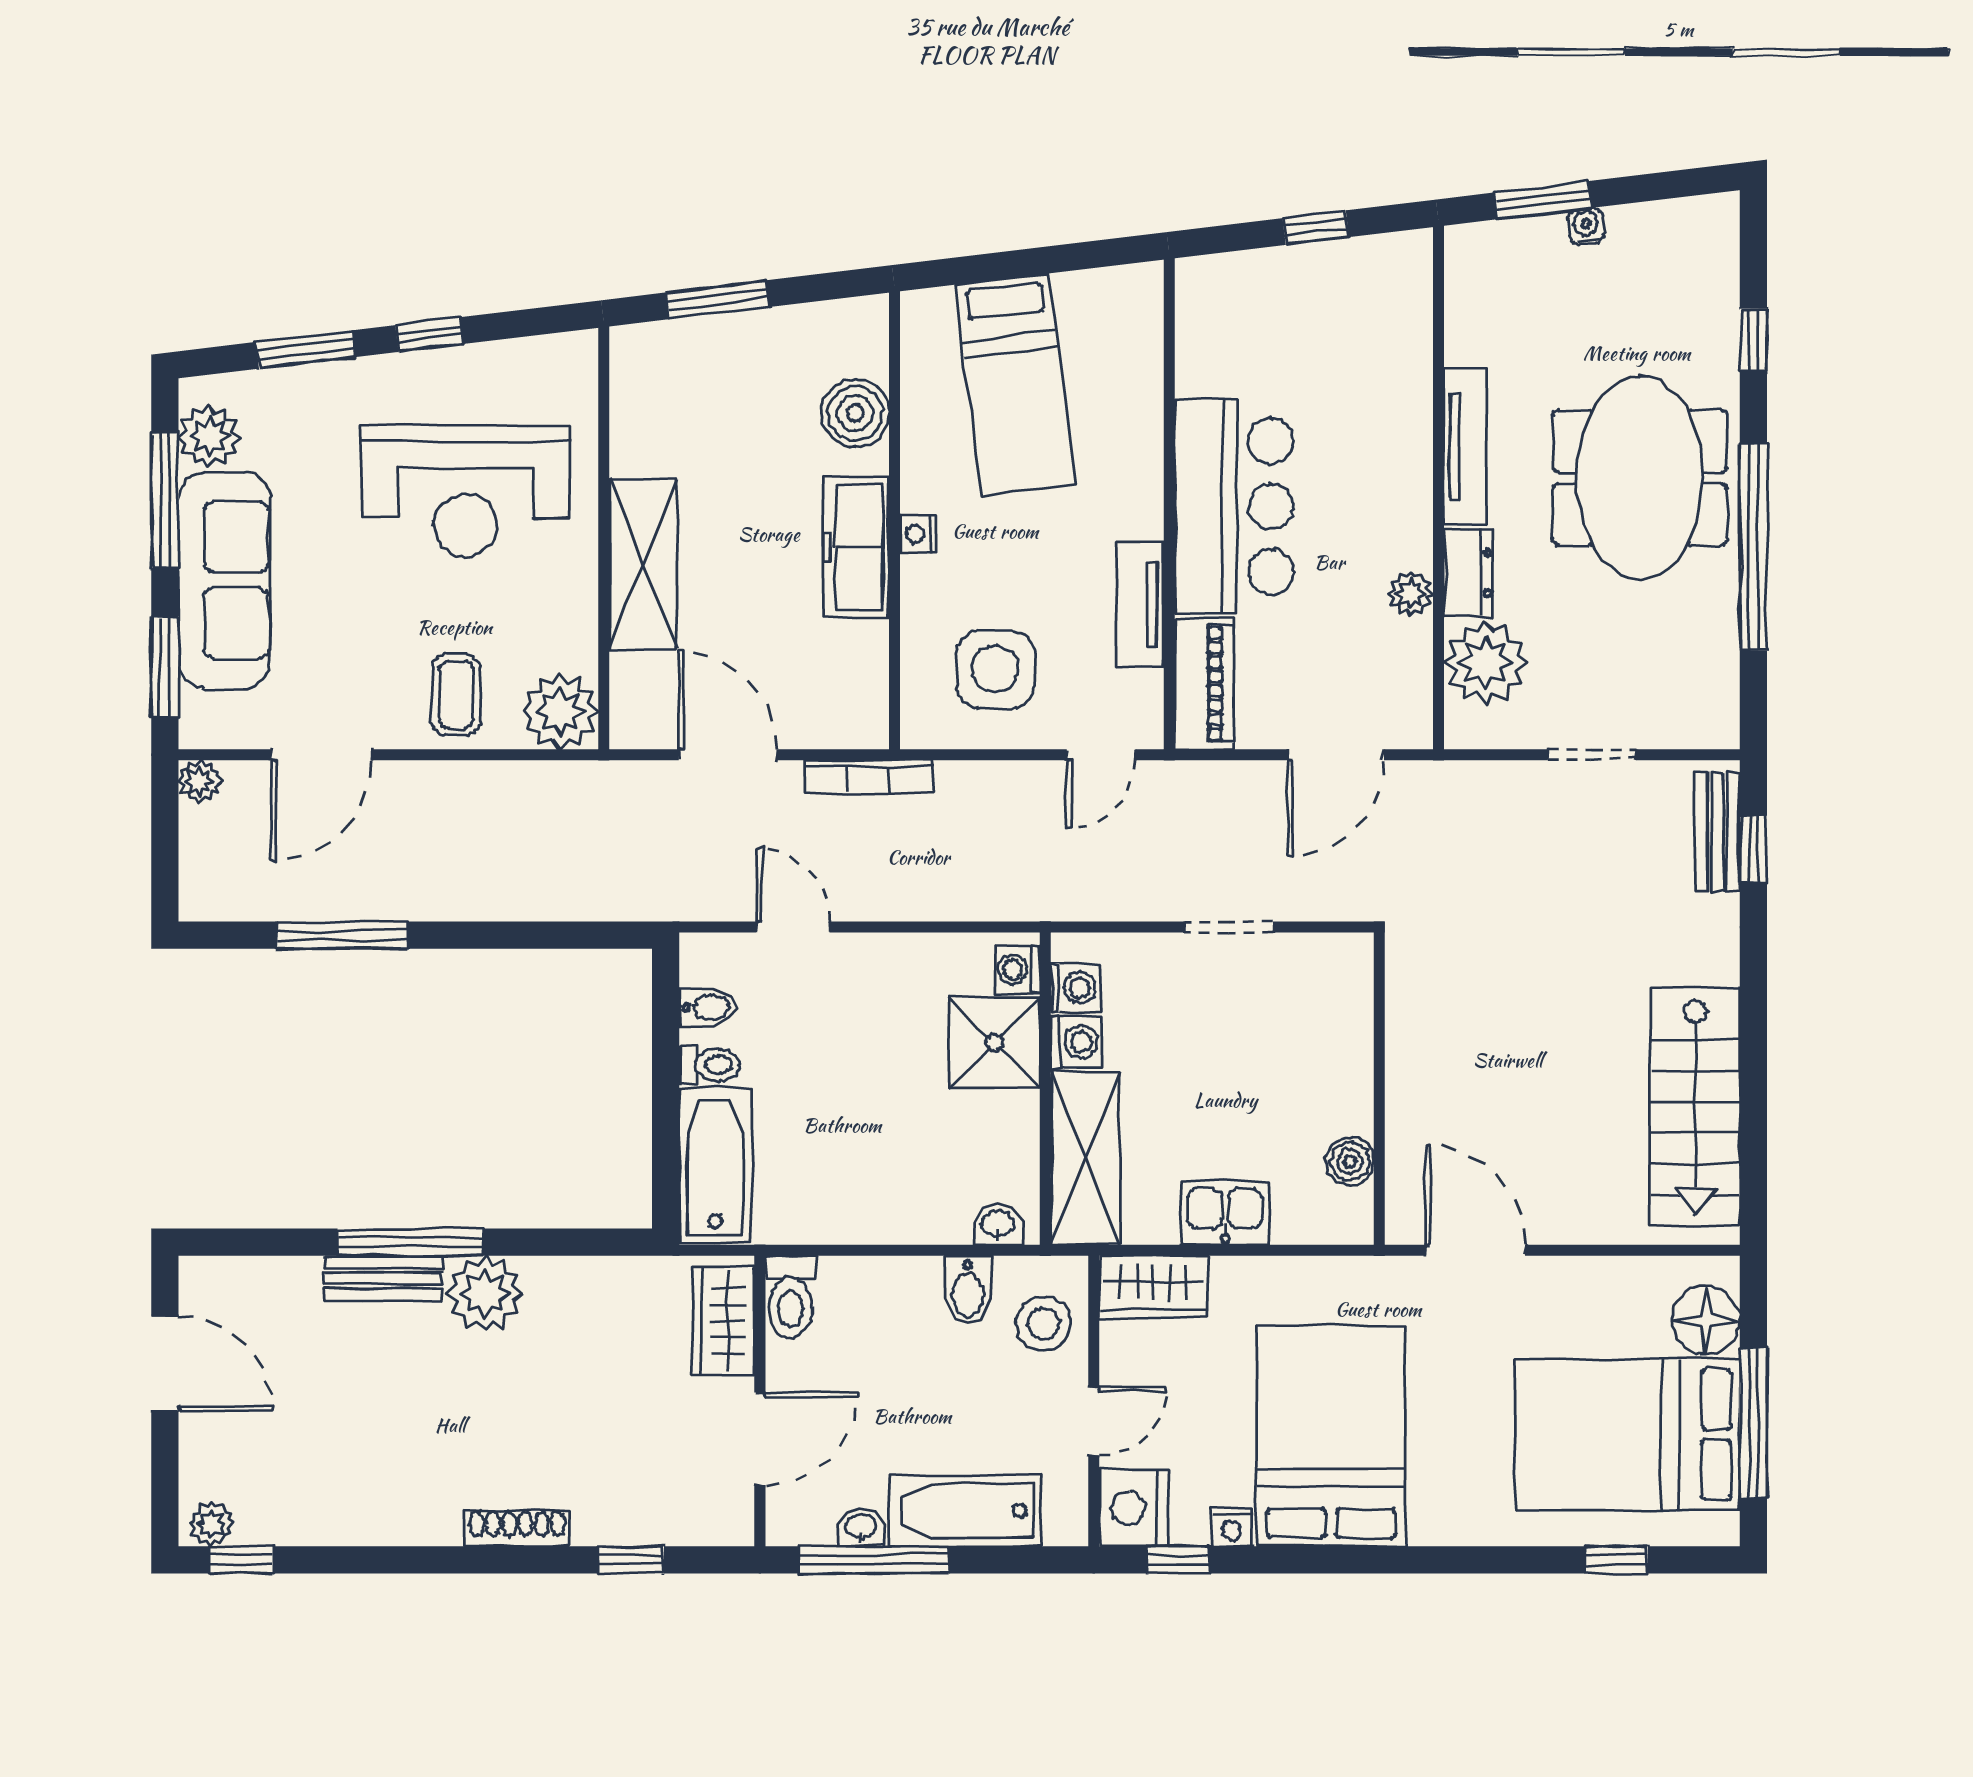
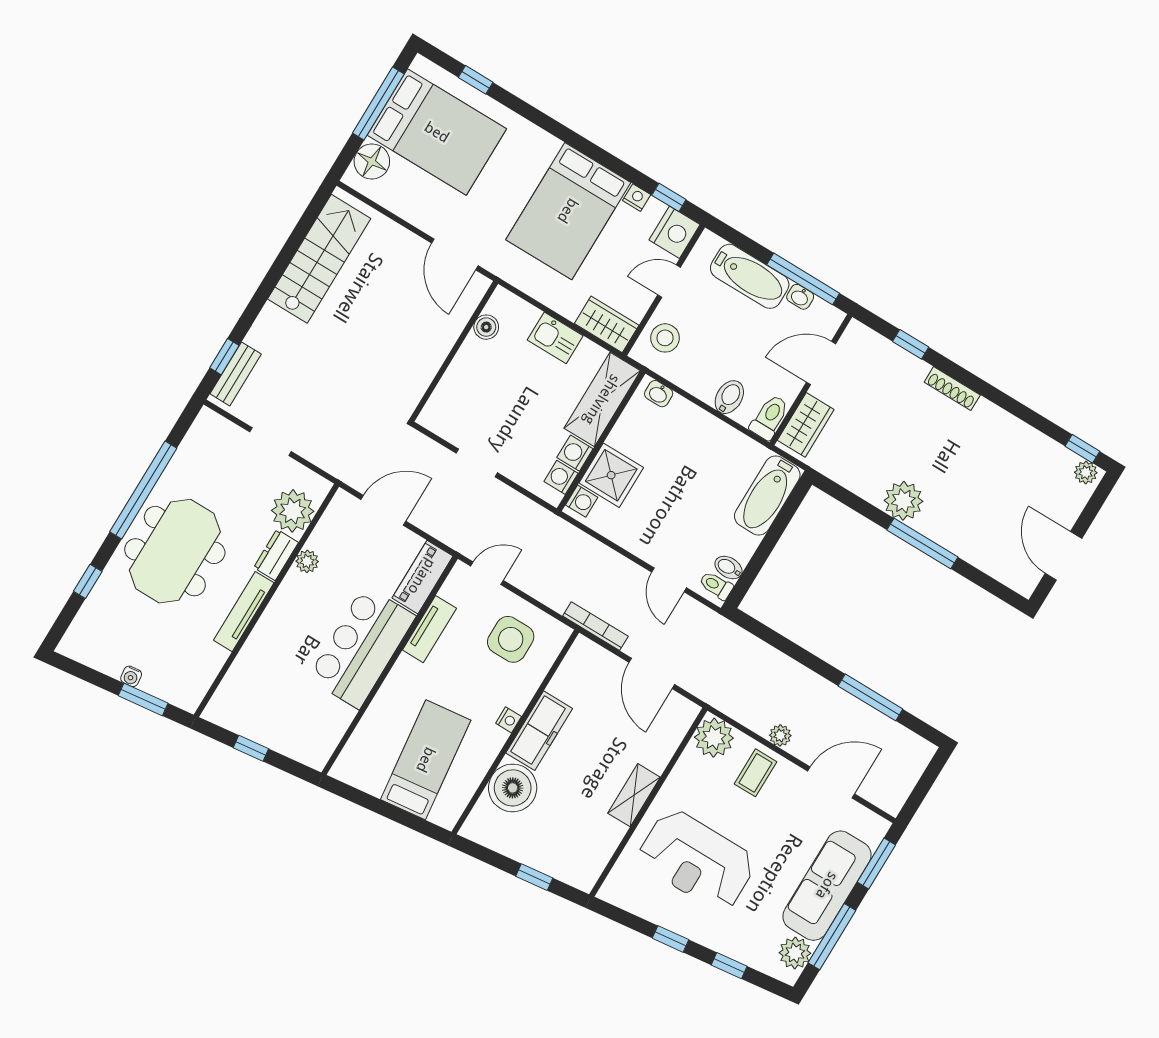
window: (717, 300) -> (534, 877), width x0.67
window: (306, 349) -> (729, 966), width x0.67
boiler: (855, 413) -> (513, 788), width x1.37, depth x1.37
reception desk: (465, 491) -> (697, 860), turned 180
shelving: (643, 564) -> (634, 795), width x0.67, depth x0.75
plant: (200, 782) -> (780, 735), moved
toilet: (710, 1065) -> (716, 585), moved
bench: (383, 1278) -> (944, 535), removed
bidet: (968, 1290) -> (729, 397), moved

